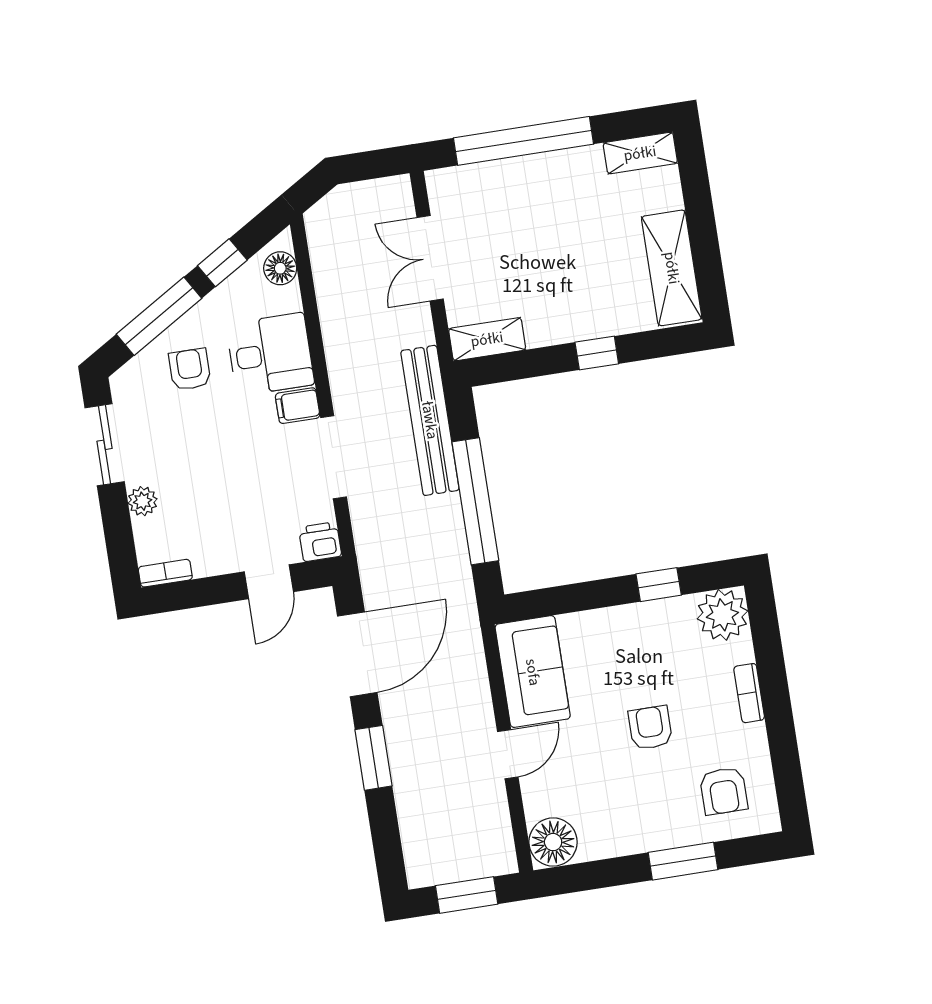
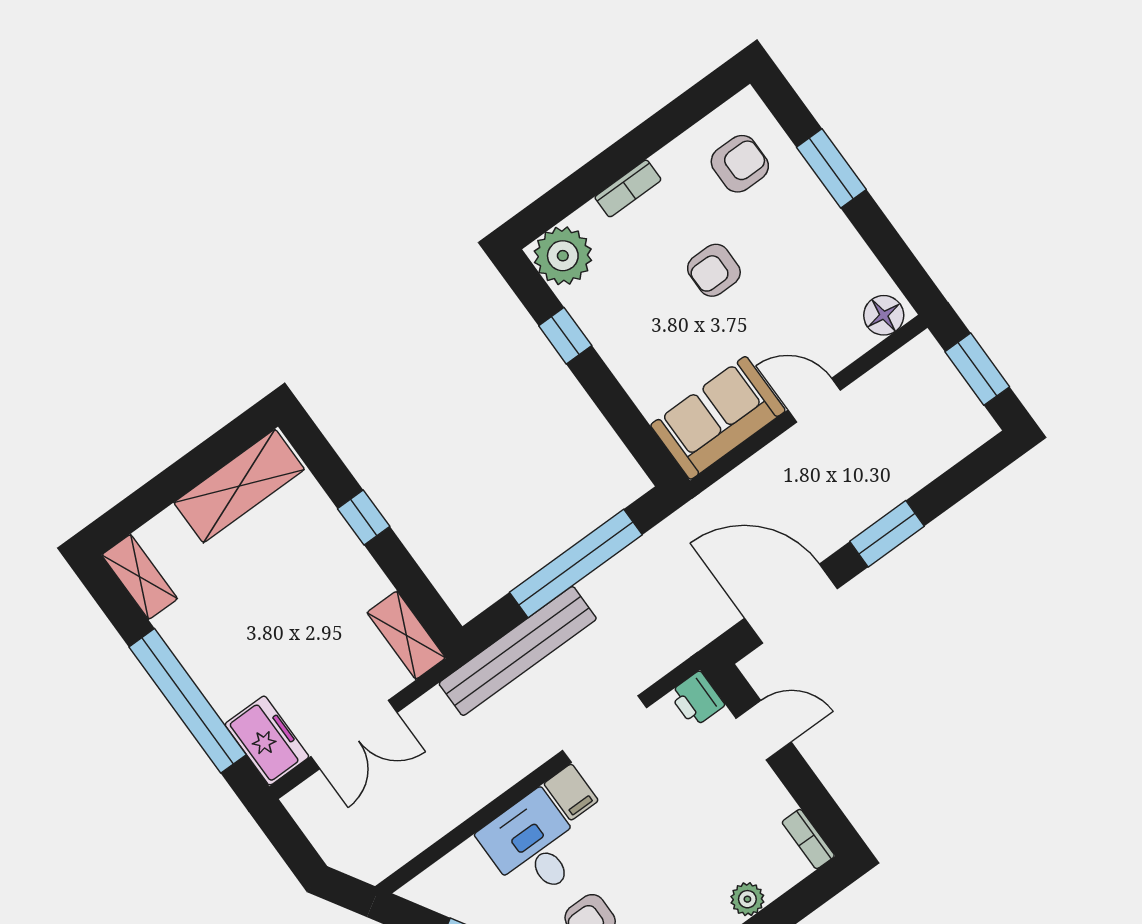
freezer: (460, 187) -> (267, 741), added
floor lamp: (280, 268) -> (442, 881), removed
floor lamp: (553, 842) -> (884, 315), width x0.73, depth x0.73

